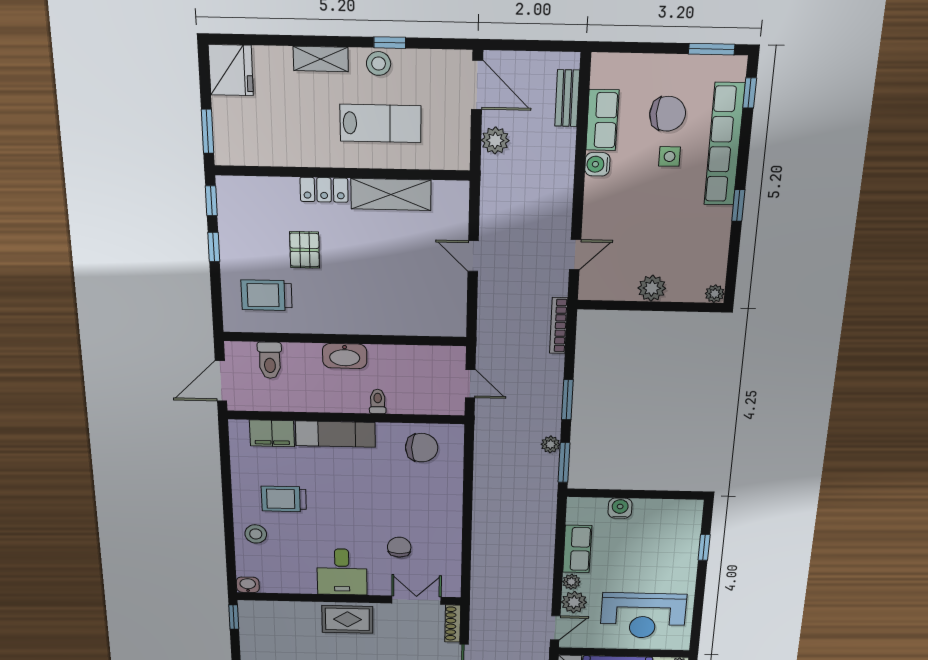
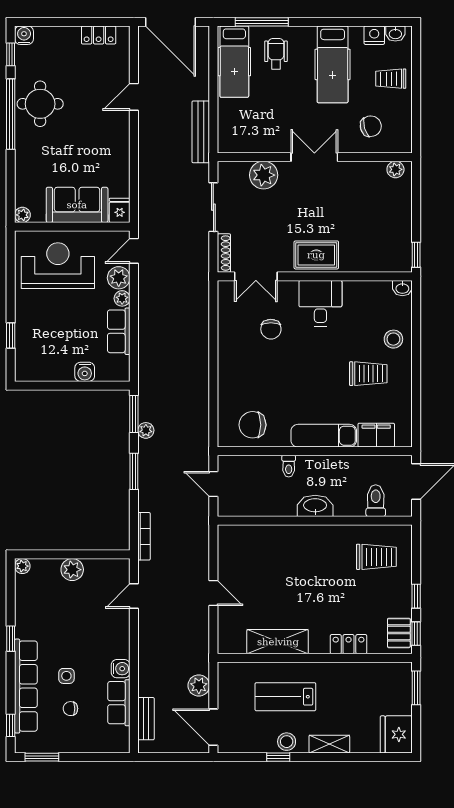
chair: (668, 114) -> (70, 709), width x0.54, depth x0.54
locker: (324, 190) -> (349, 644), moved
pallet: (305, 250) -> (399, 633), moved

